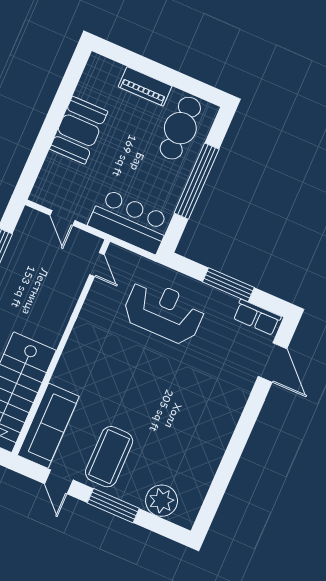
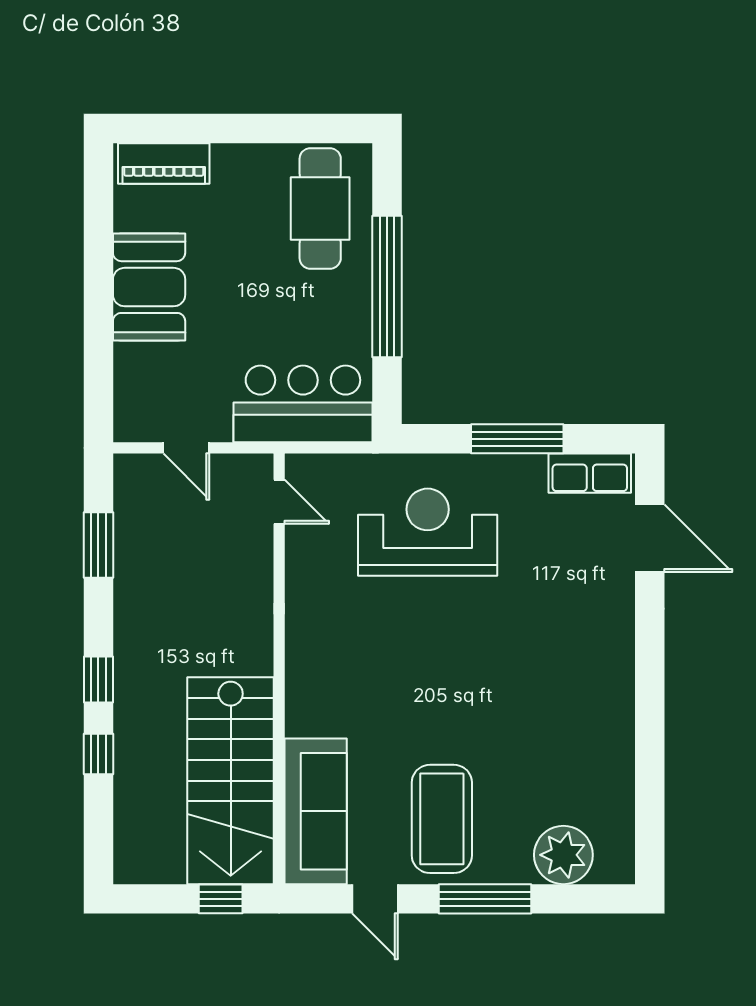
piano: (145, 86) -> (164, 164), moved

